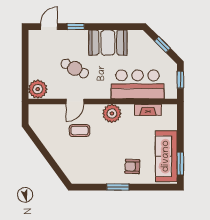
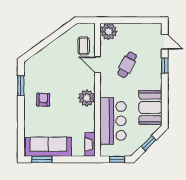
booth: (108, 43) -> (150, 107), moved
fireplace: (148, 110) -> (90, 144), moved
coffee table: (80, 131) -> (84, 46), moved
armchair: (132, 166) -> (43, 100), moved
window: (118, 187) -> (21, 86), moved

